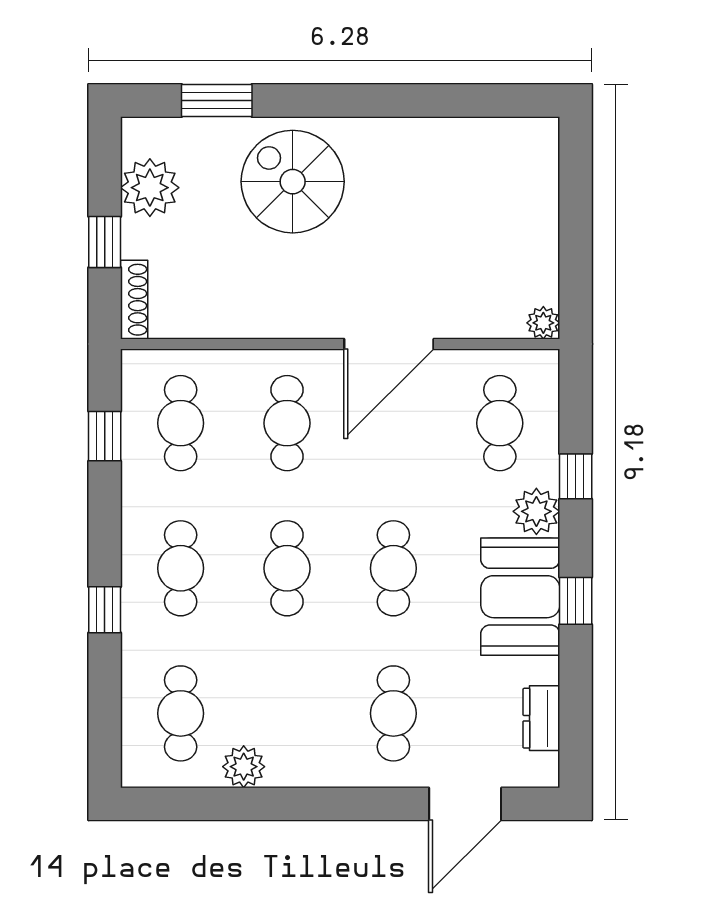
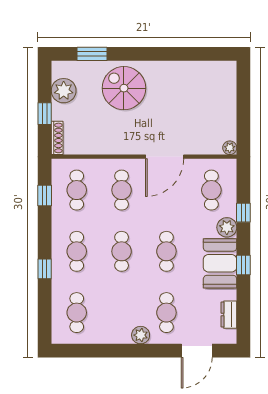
plant: (244, 767) -> (141, 335), moved

